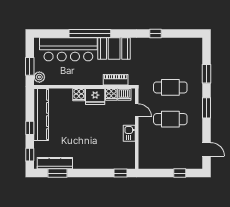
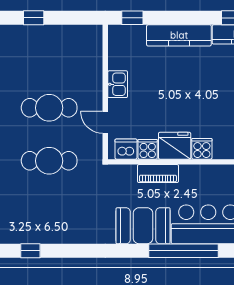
window: (155, 33) -> (30, 251), moved
piano: (116, 80) -> (158, 174), moved
kitchen counter: (93, 163) -> (179, 35), added

